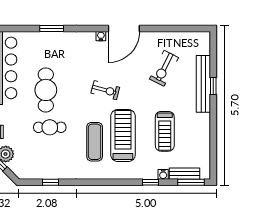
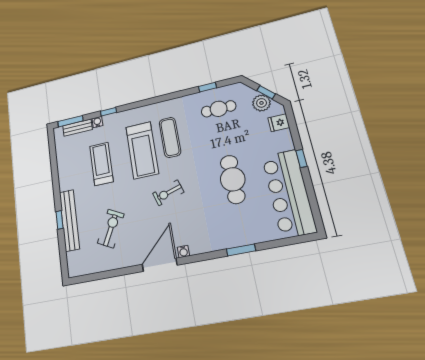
exercise bike: (105, 90) -> (168, 193), turned -32
cafe table: (50, 127) -> (219, 109), moved

